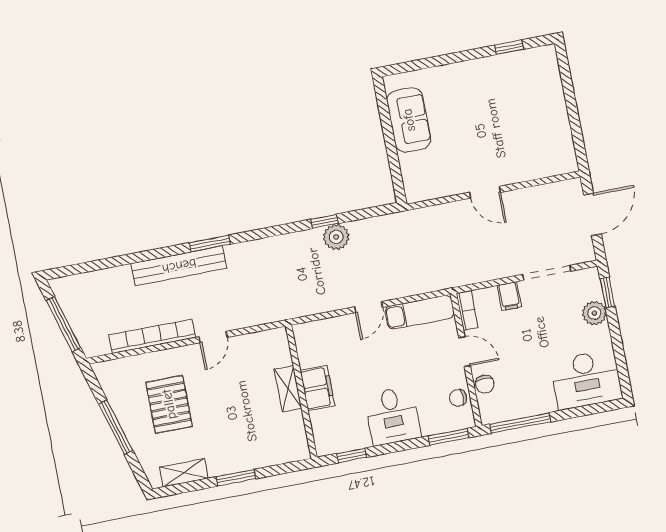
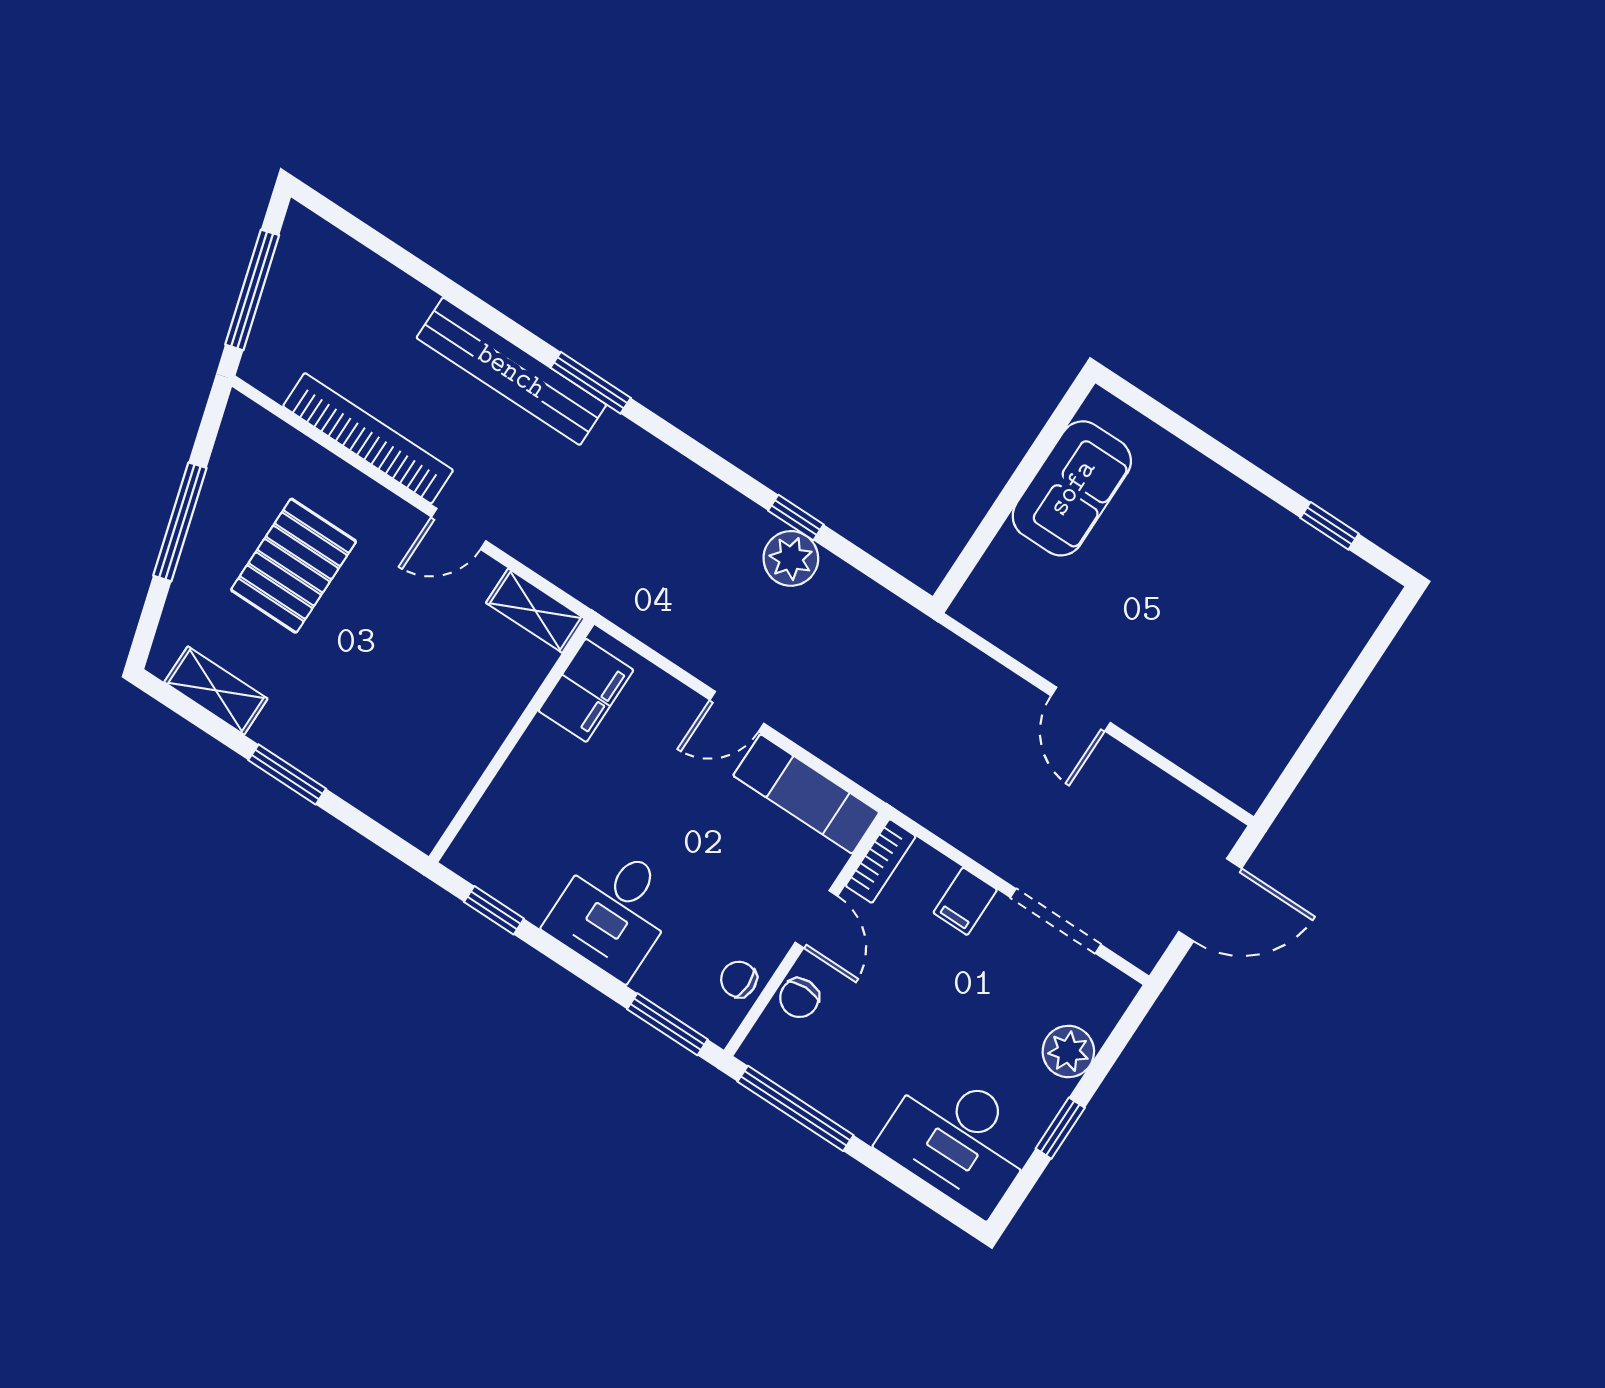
window: (607, 292) -> (1060, 1128), moved
filing cabinet: (317, 388) -> (586, 690), moved
shelving: (288, 389) -> (535, 611), moved, turned 90

